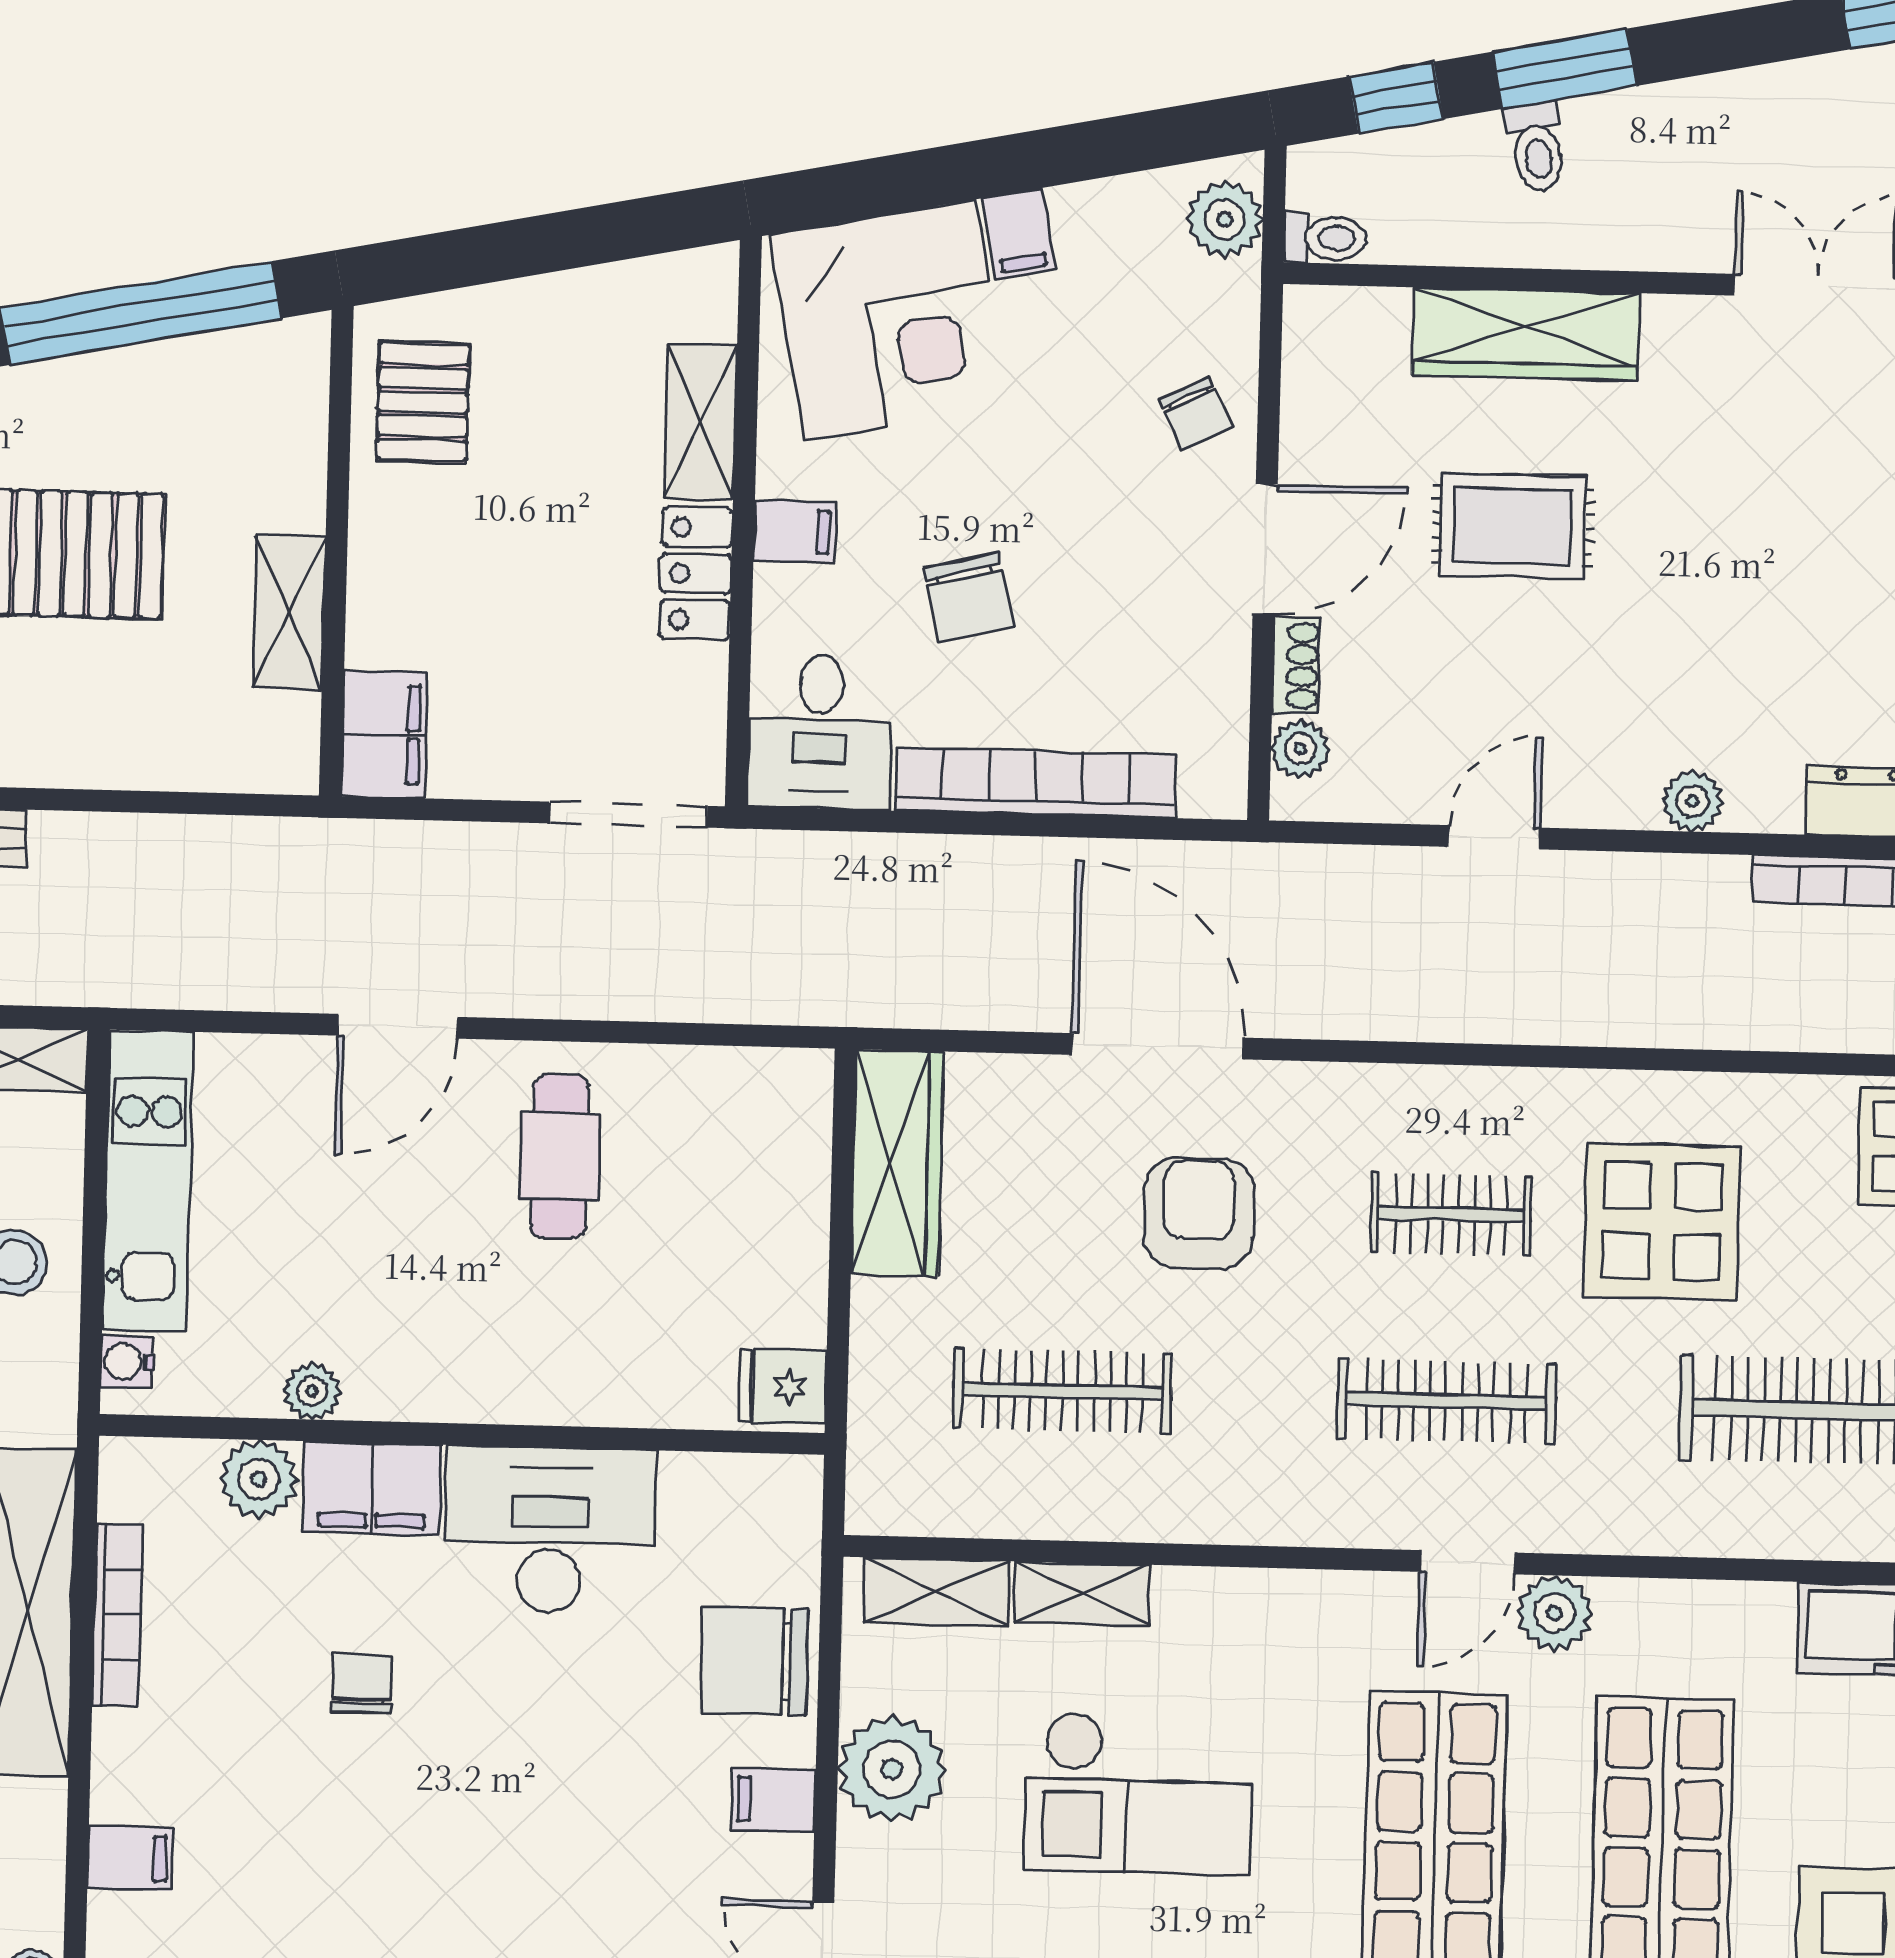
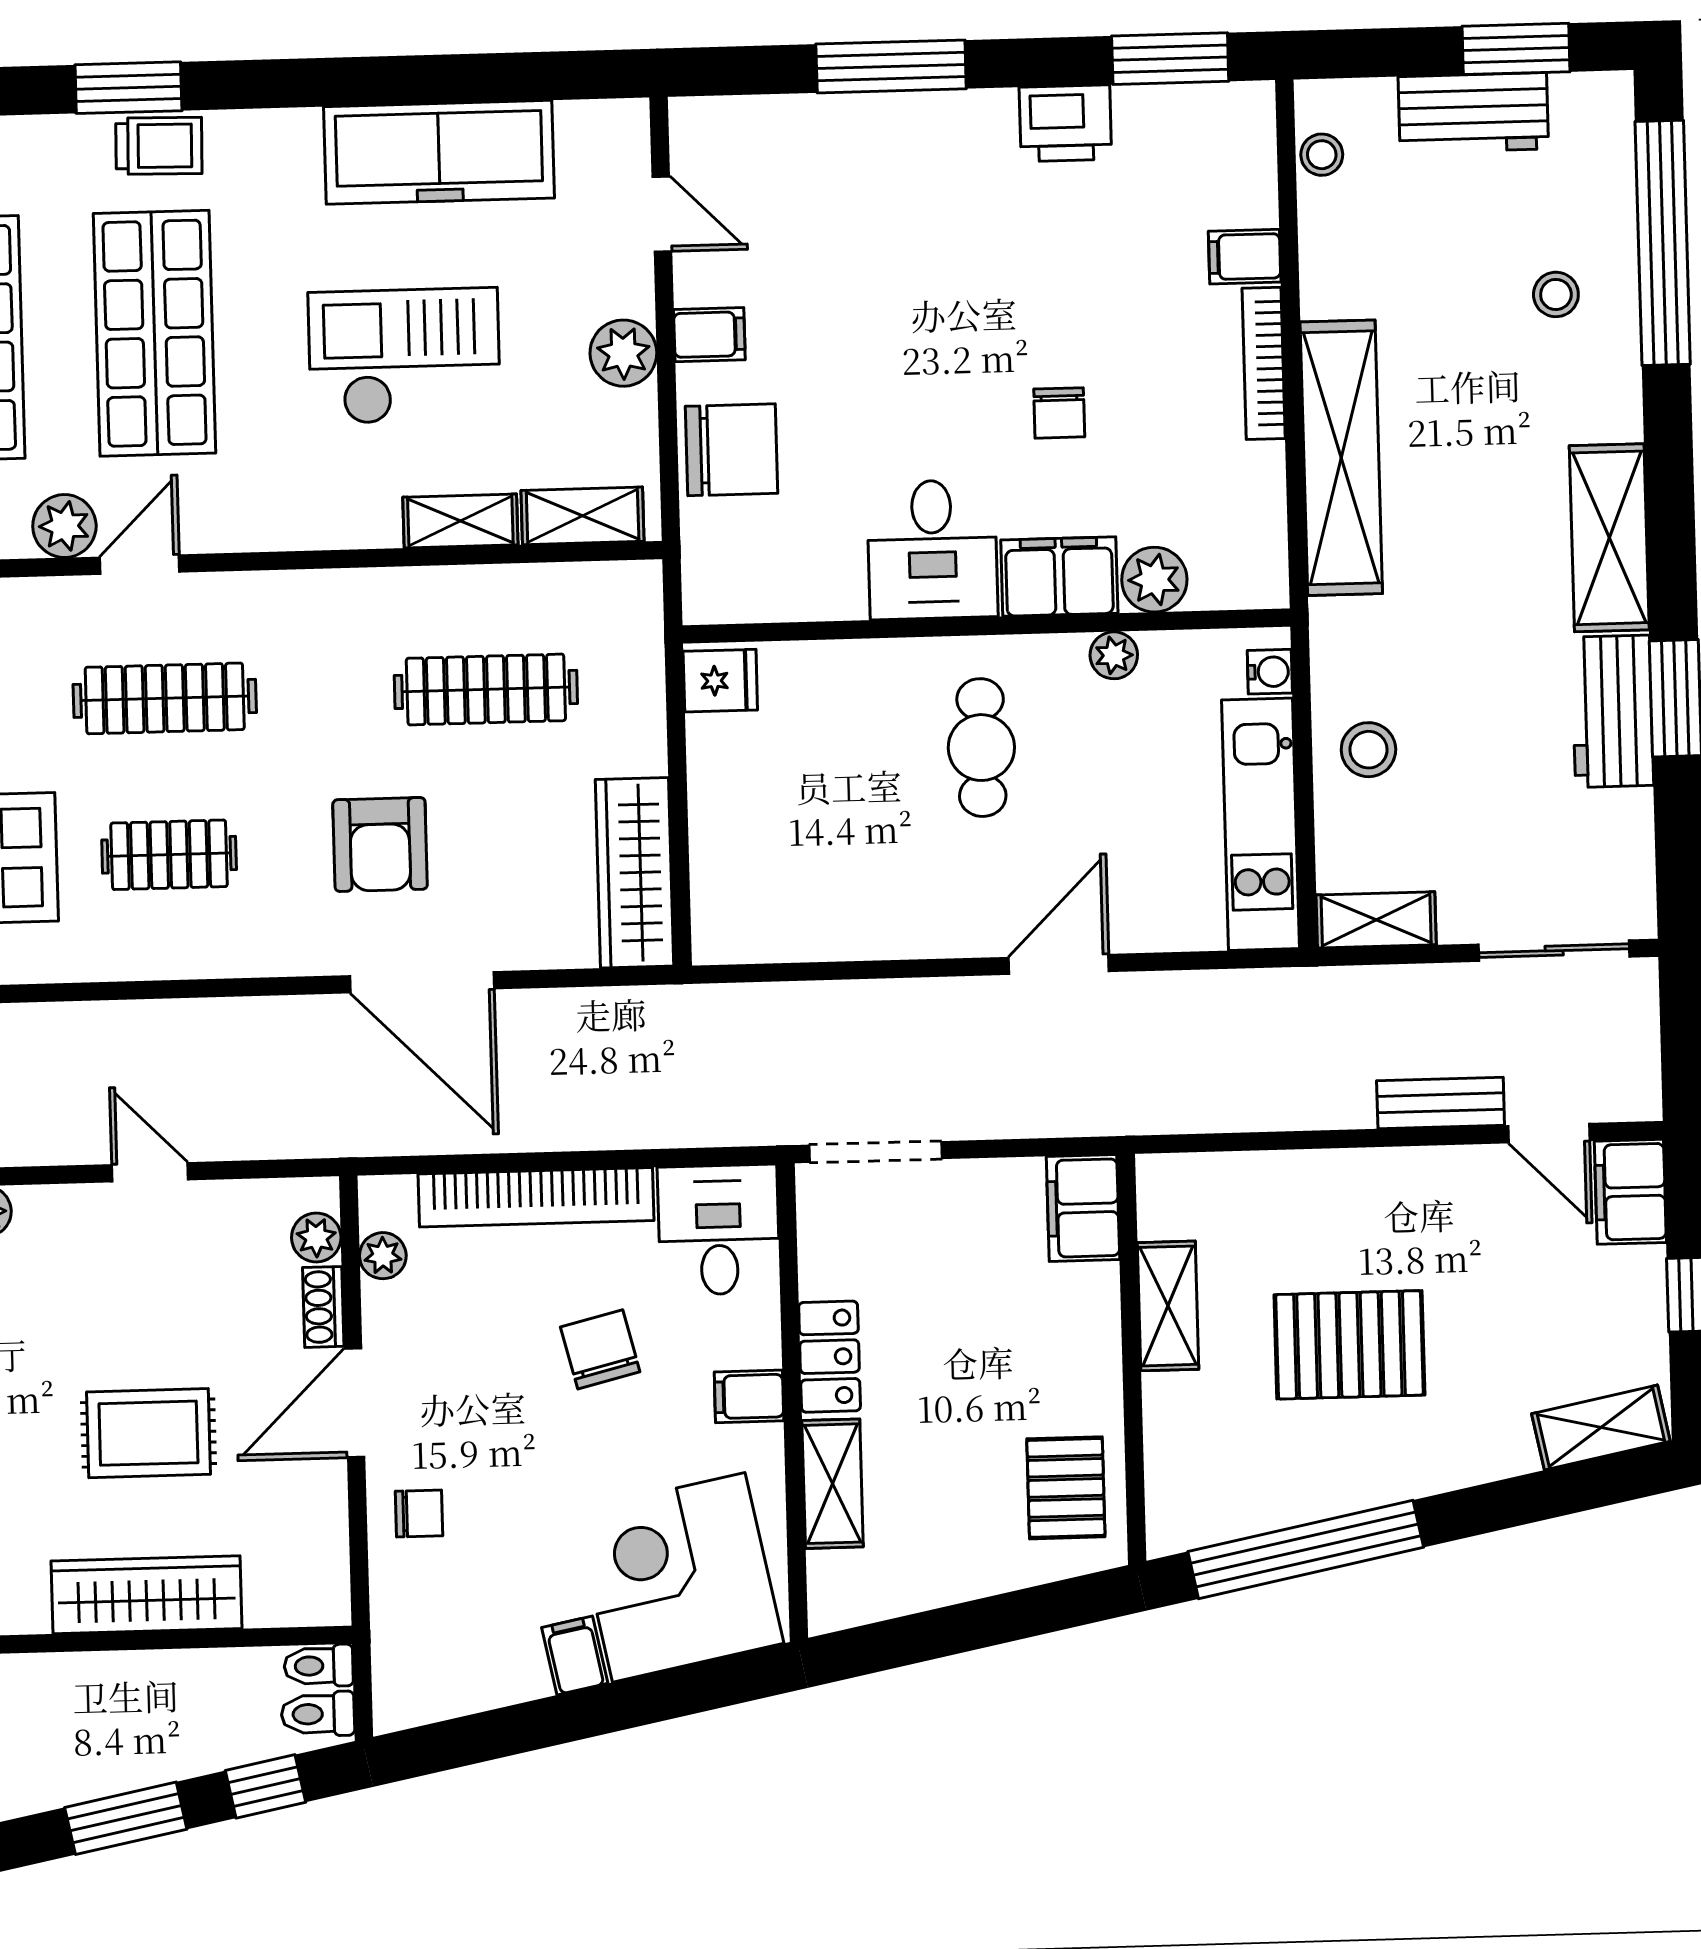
toilet: (1537, 147) -> (318, 1714), moved, turned -79
plant: (1225, 219) -> (383, 1256), moved, width x0.73, depth x0.73
chair: (1196, 413) -> (419, 1513), turned 116
door: (1494, 837) -> (150, 1172), swing flipped
cafe table: (560, 1156) -> (981, 748), moved
desk: (550, 1530) -> (932, 550), width x0.73
bookcase: (117, 1615) -> (1264, 363), moved
plant: (892, 1769) -> (623, 353), width x0.73, depth x0.73

